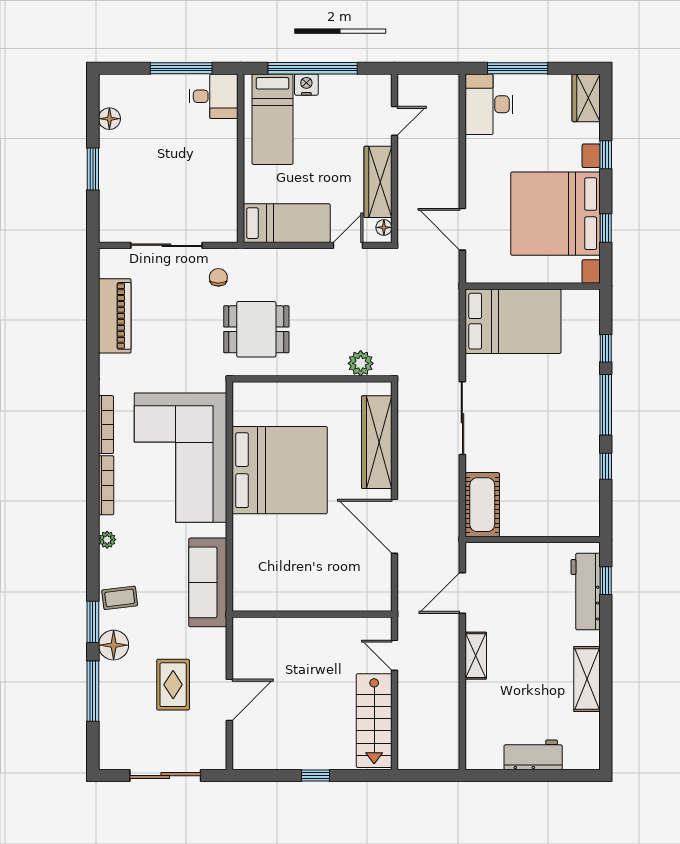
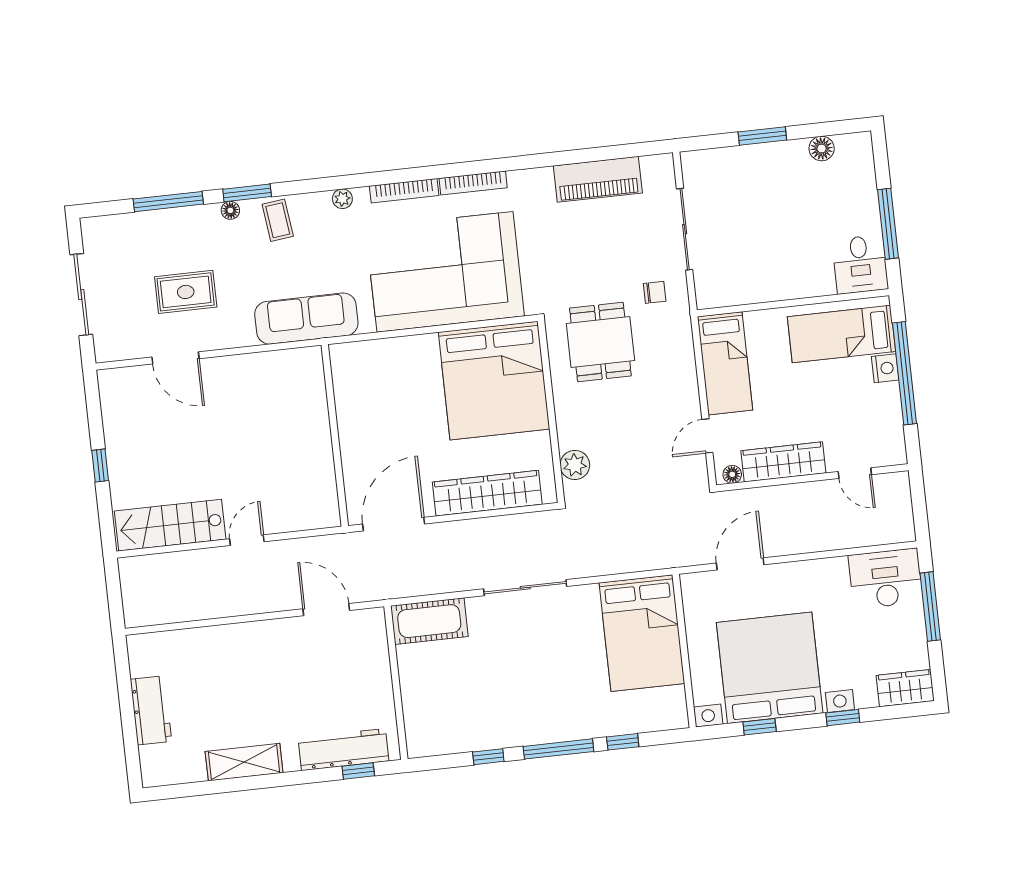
door: (348, 245) -> (707, 436), swing flipped
bed: (280, 470) -> (494, 381), moved
wall: (312, 614) -> (335, 435), moved
floor lamp: (114, 645) -> (230, 210), width x0.53, depth x0.53
shelving: (476, 656) -> (257, 633), removed

